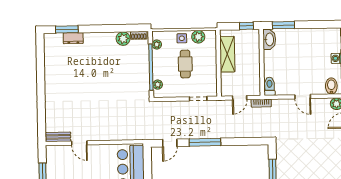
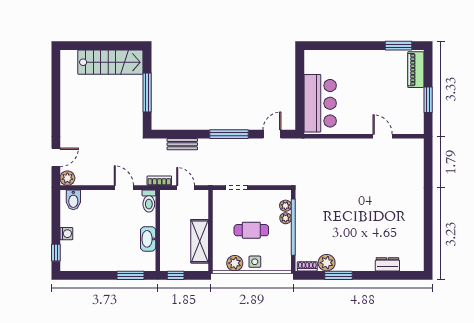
window: (67, 29) -> (338, 275), moved
washbasin: (269, 39) -> (148, 239), moved
plant: (157, 45) -> (286, 218), moved
cafe table: (185, 64) -> (251, 230), turned 90
door: (303, 97) -> (124, 188), moved
door: (240, 98) -> (186, 188), hinge flipped
bench: (58, 137) -> (182, 144), moved

